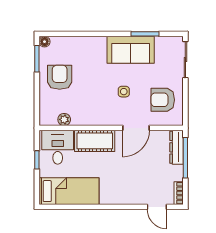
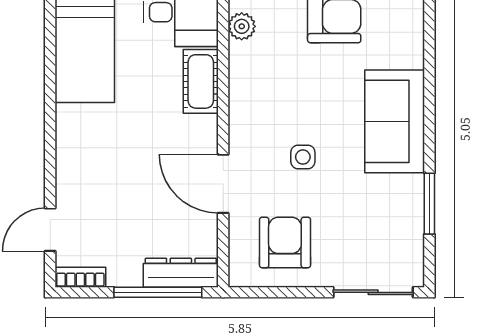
sofa: (131, 50) -> (395, 121), moved
cot: (95, 141) -> (201, 81), width x0.73, depth x0.75

